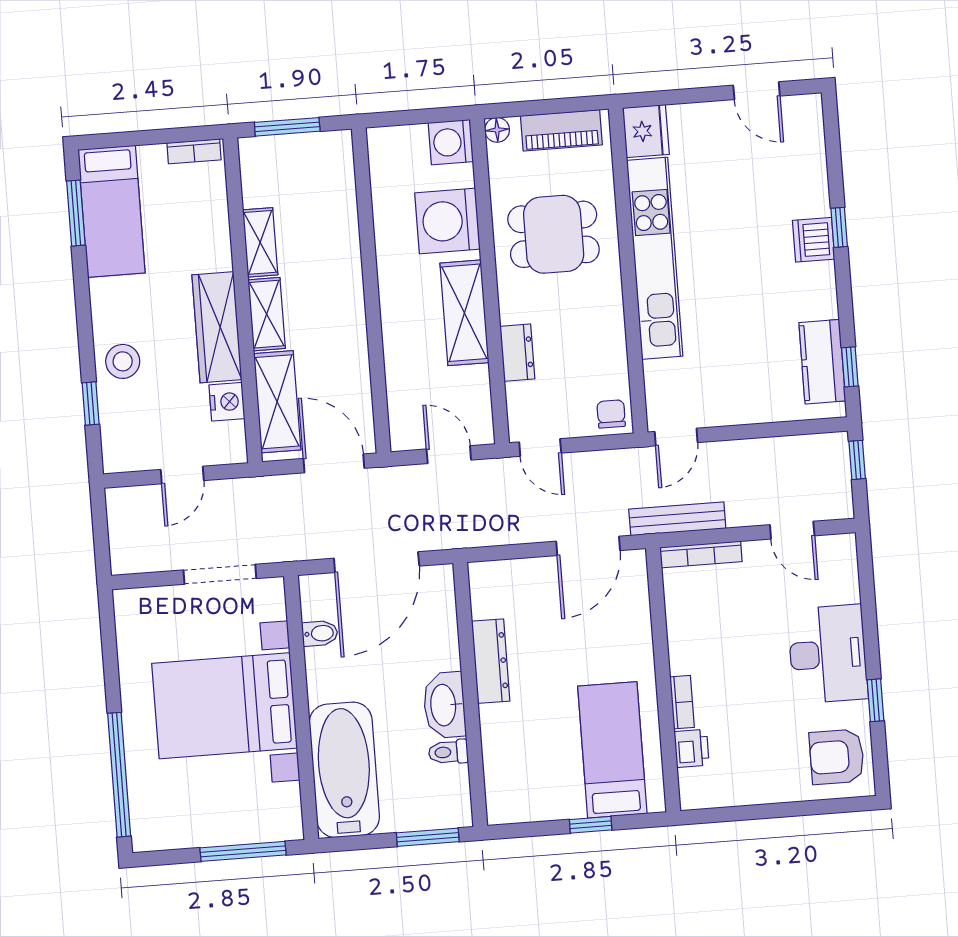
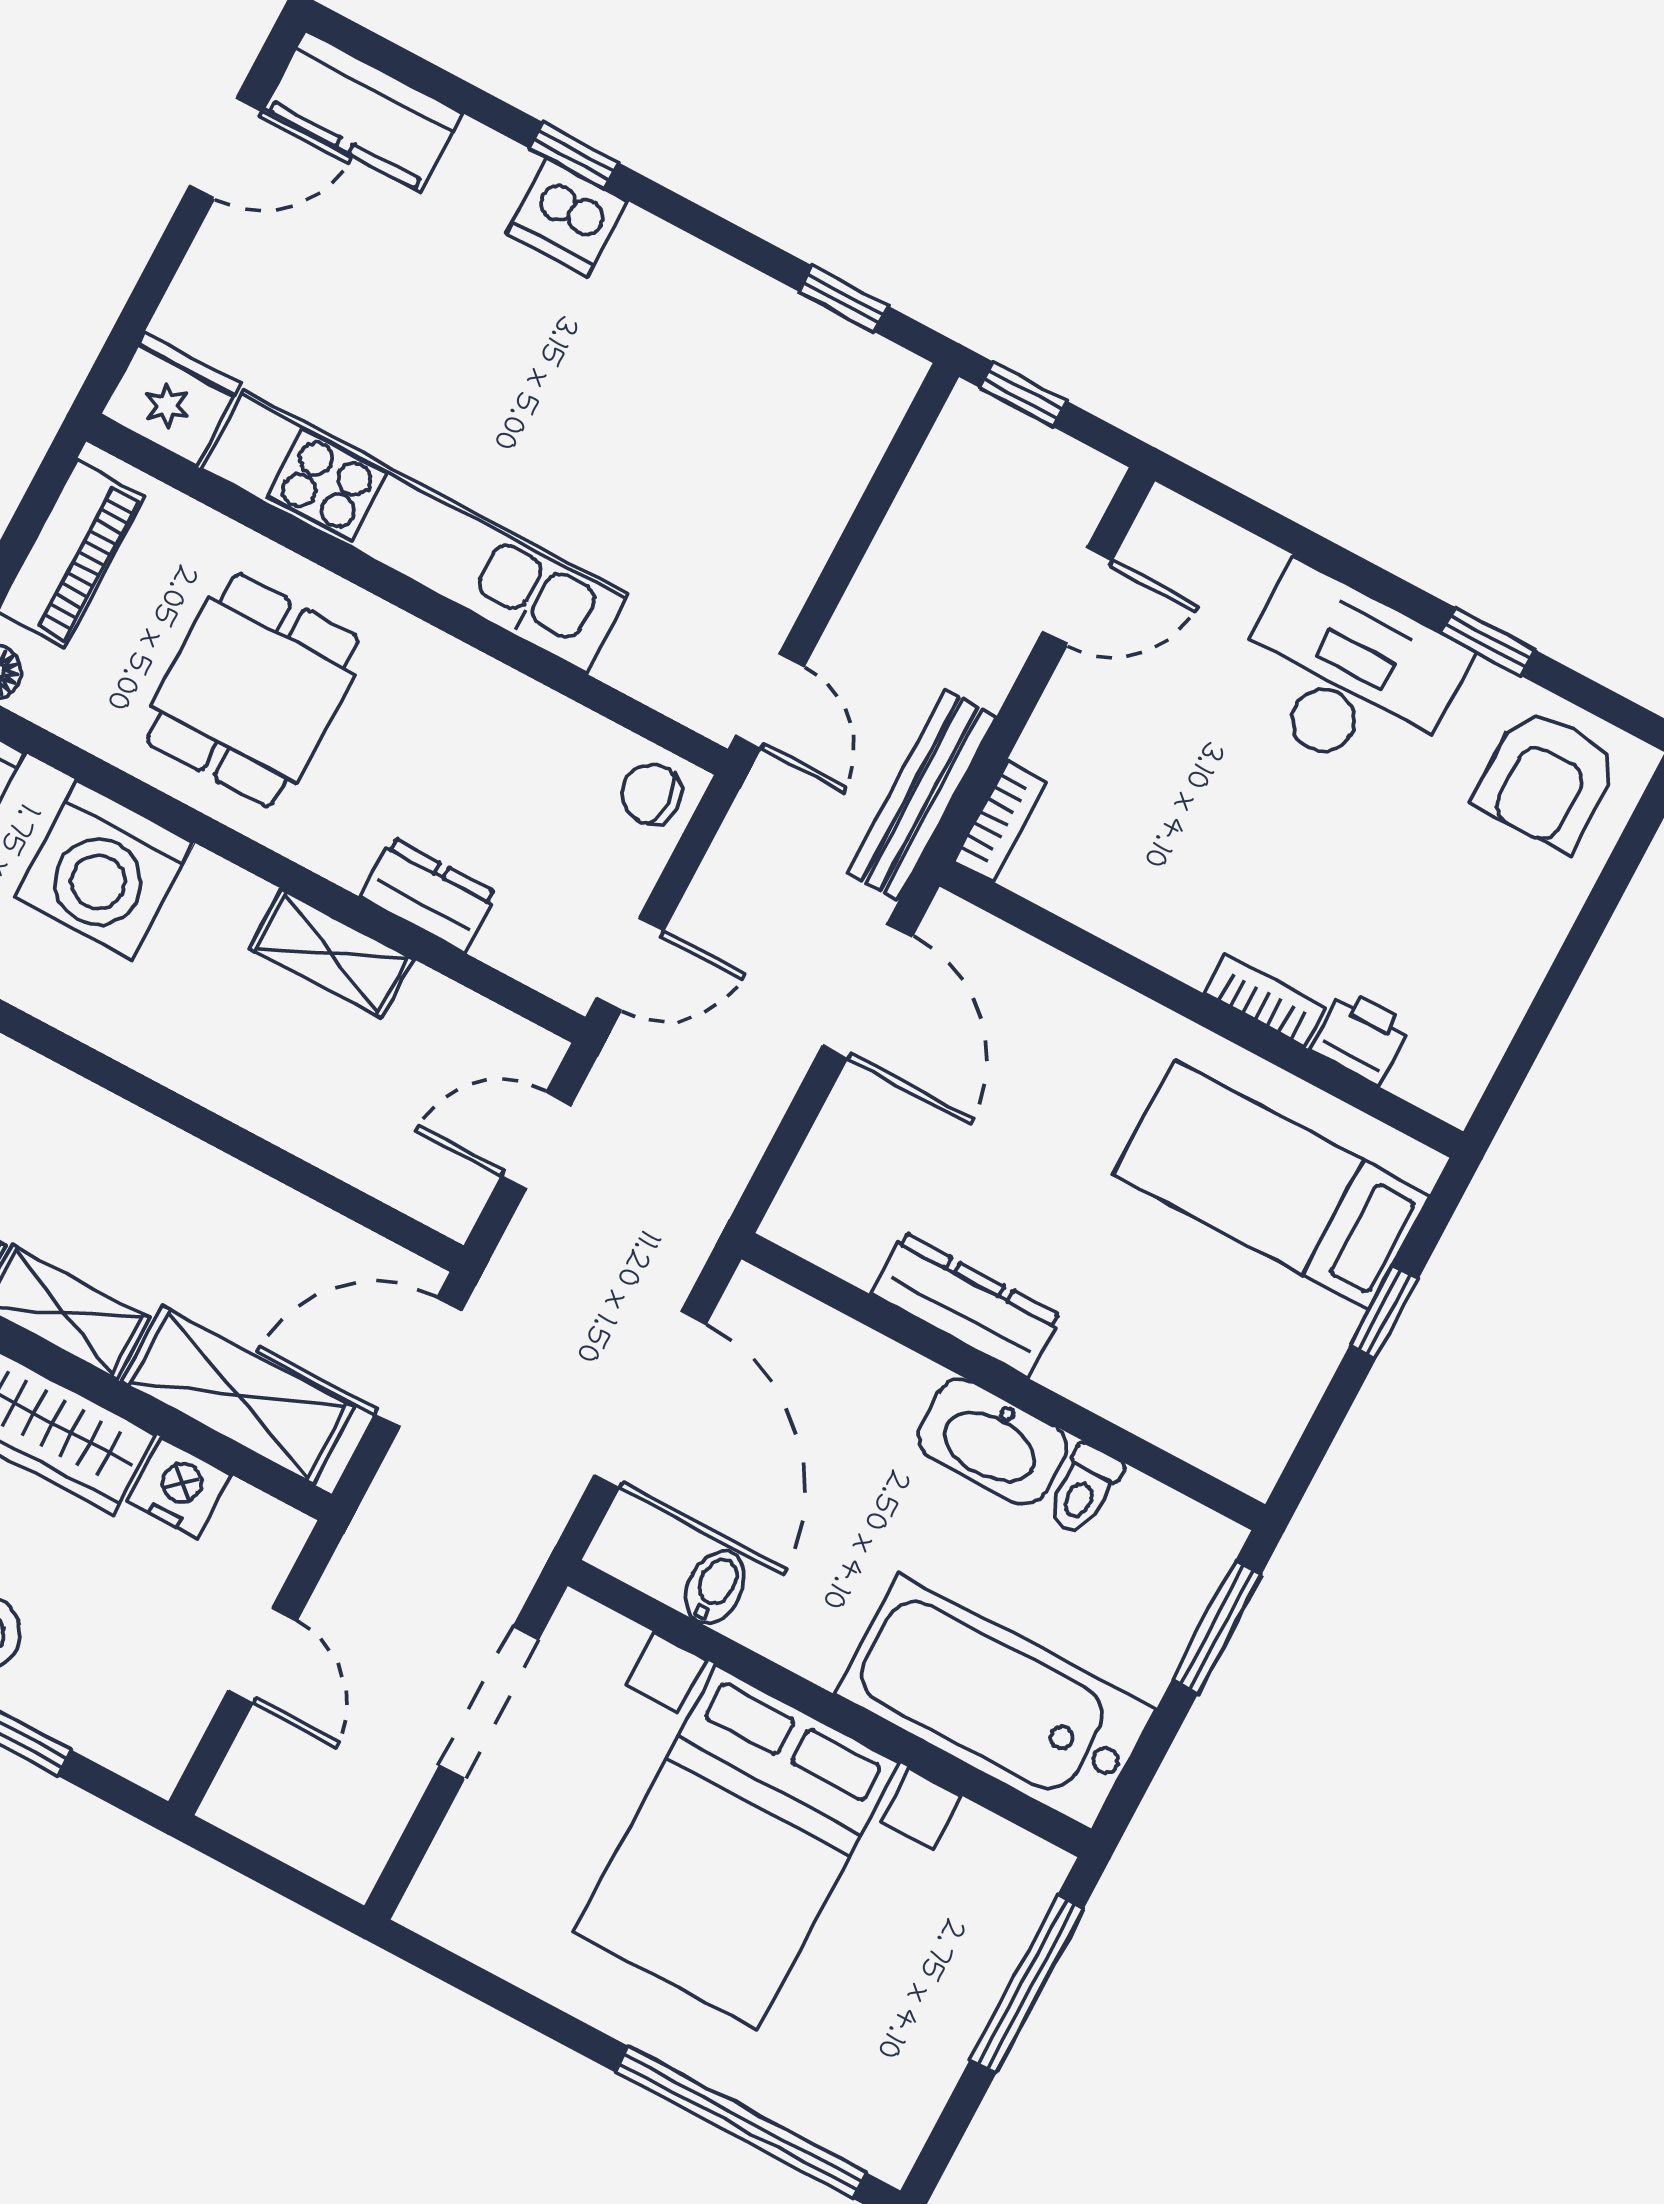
shelving: (464, 313) -> (332, 954), width x0.67, depth x0.75
kitchen counter: (822, 362) -> (363, 111), moved
bookcase: (701, 554) -> (1000, 821), width x0.64

